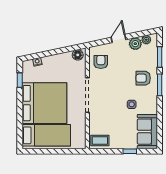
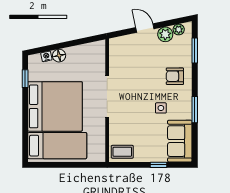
door: (118, 39) -> (145, 28), hinge flipped
floor lamp: (78, 55) -> (59, 56), moved
armchair: (101, 62) -> (123, 57), removed
window: (160, 85) -> (195, 110), moved

